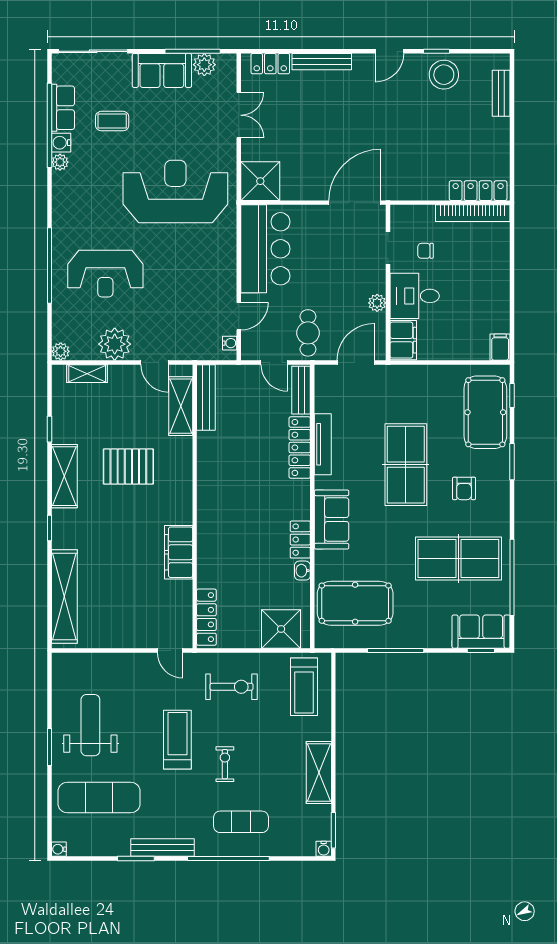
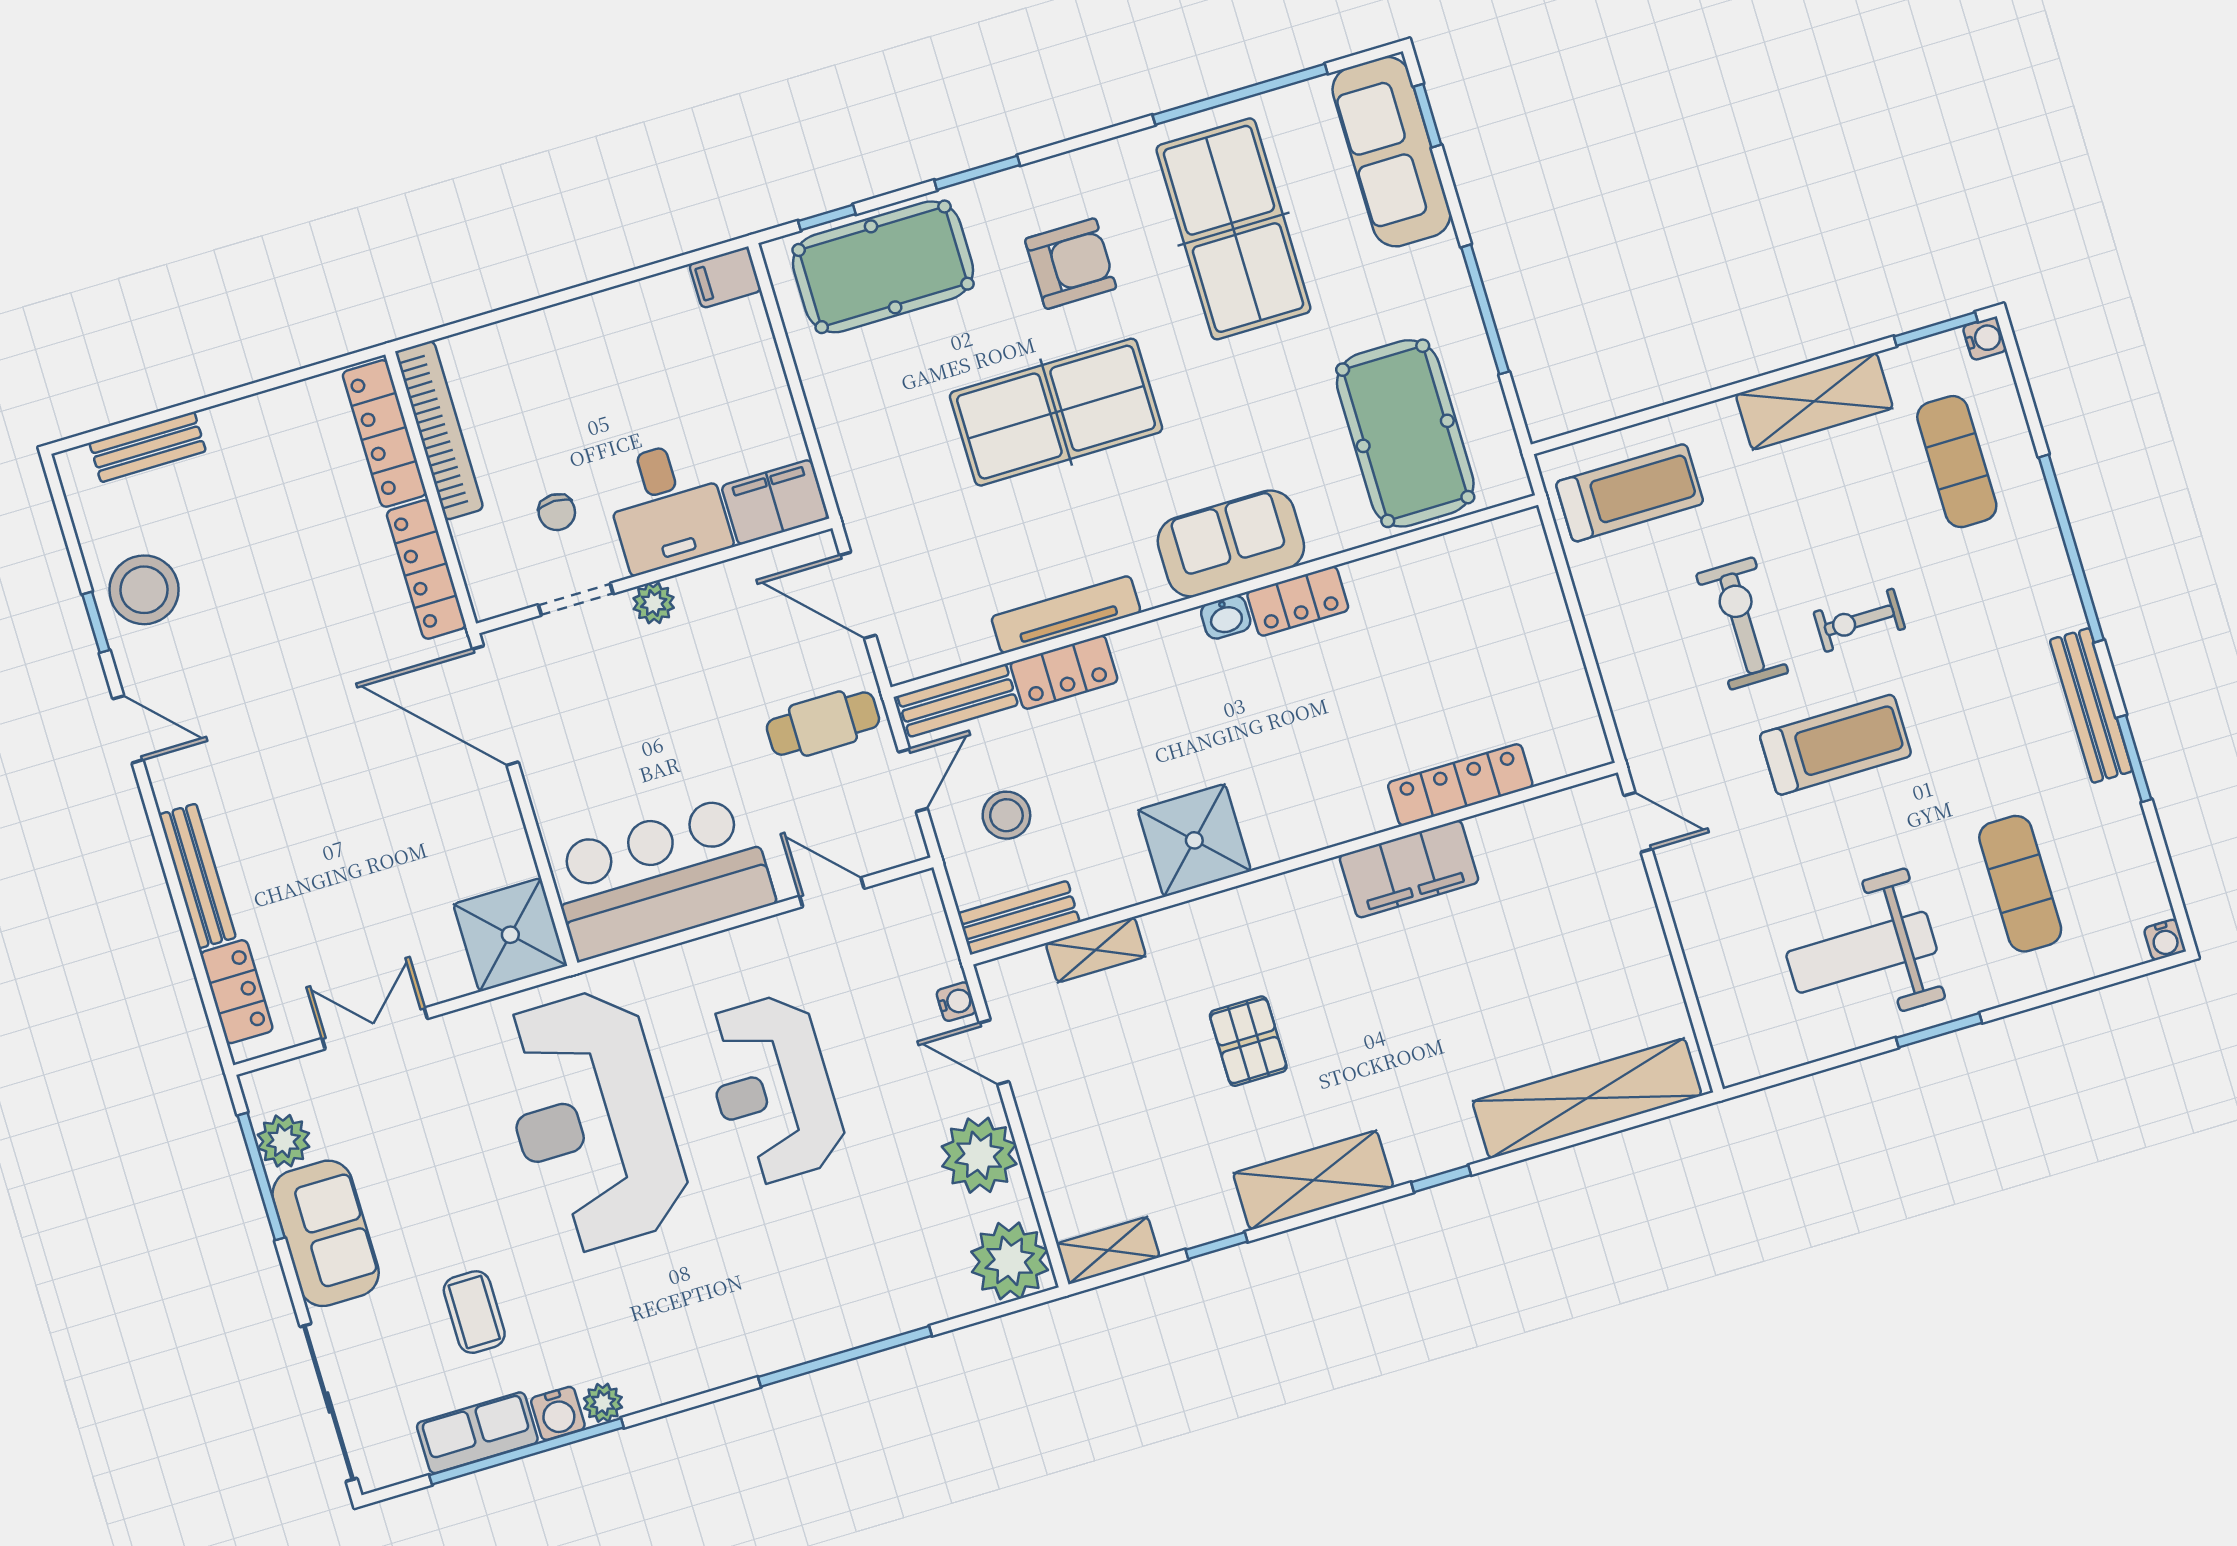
locker: (418, 191) -> (426, 569), added
reception desk: (105, 274) -> (773, 1089), moved, turned 180
plant: (377, 303) -> (654, 603), moved
water cooler: (230, 343) -> (956, 1002), moved, turned 90
plant: (61, 351) -> (1010, 1261), width x1.87, depth x1.87
door: (155, 362) -> (994, 1052), swing flipped
shelving: (87, 374) -> (1108, 1250), moved, turned 90
stool: (249, 396) -> (1006, 815), added
bench: (206, 397) -> (1019, 918), width x0.73
shelving: (181, 406) -> (1096, 950), width x0.67, depth x0.75
locker: (300, 447) -> (1064, 672), width x0.66
pallet: (128, 467) -> (1248, 1041), width x0.67, depth x0.71
armchair: (464, 488) -> (1071, 264), width x1.38, depth x1.38
washbasin: (302, 571) -> (1226, 617), moved
locker: (206, 617) -> (1460, 785), moved
shower: (281, 629) -> (1194, 840), moved
sofa: (481, 632) -> (1392, 152), width x1.36
door: (170, 650) -> (1638, 822), hinge flipped
exercise bike: (232, 687) -> (1742, 623), moved
treadmill: (177, 740) -> (1835, 745), turned 180
exercise mat: (99, 797) -> (2020, 884), width x0.73, depth x0.69
exercise mat: (241, 822) -> (1957, 462), moved

